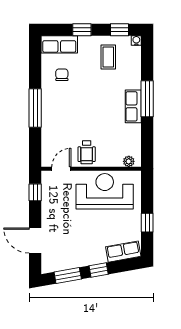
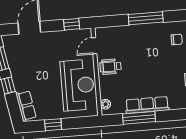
window: (147, 99) -> (139, 118), moved
row of seats: (133, 106) -> (147, 105), width x1.48
door: (61, 169) -> (94, 46), swing flipped

